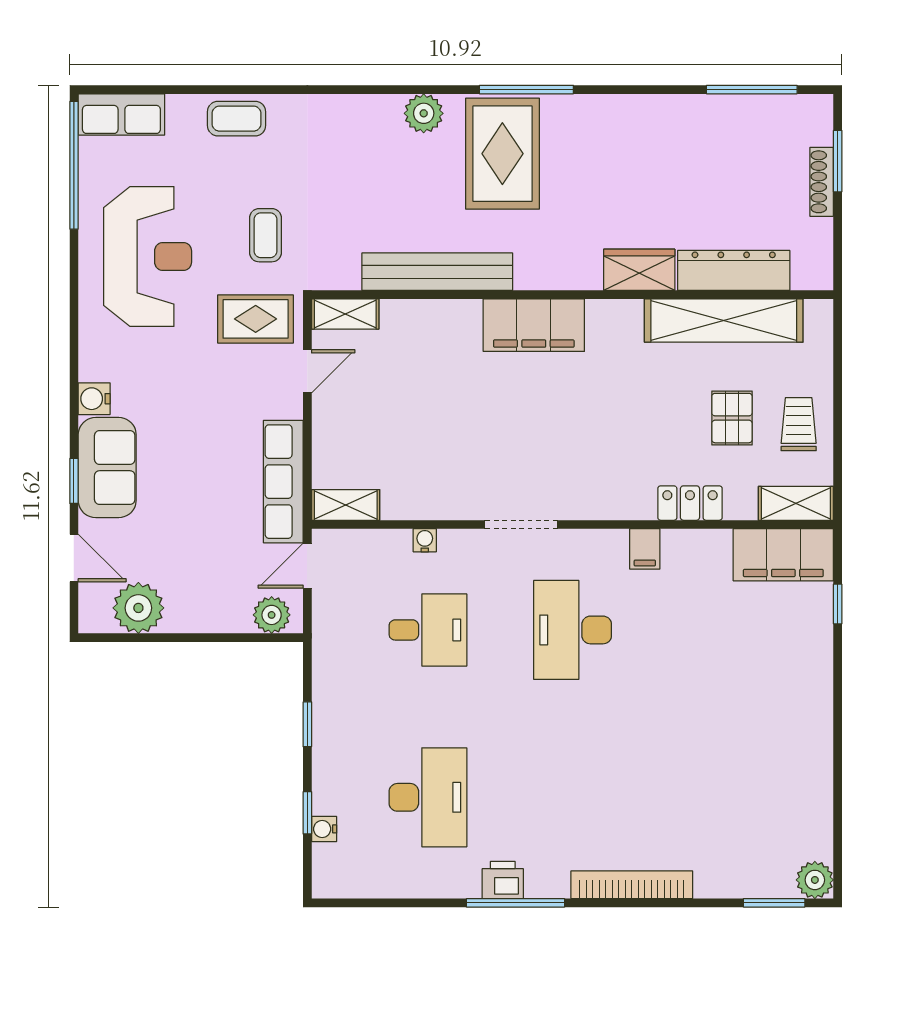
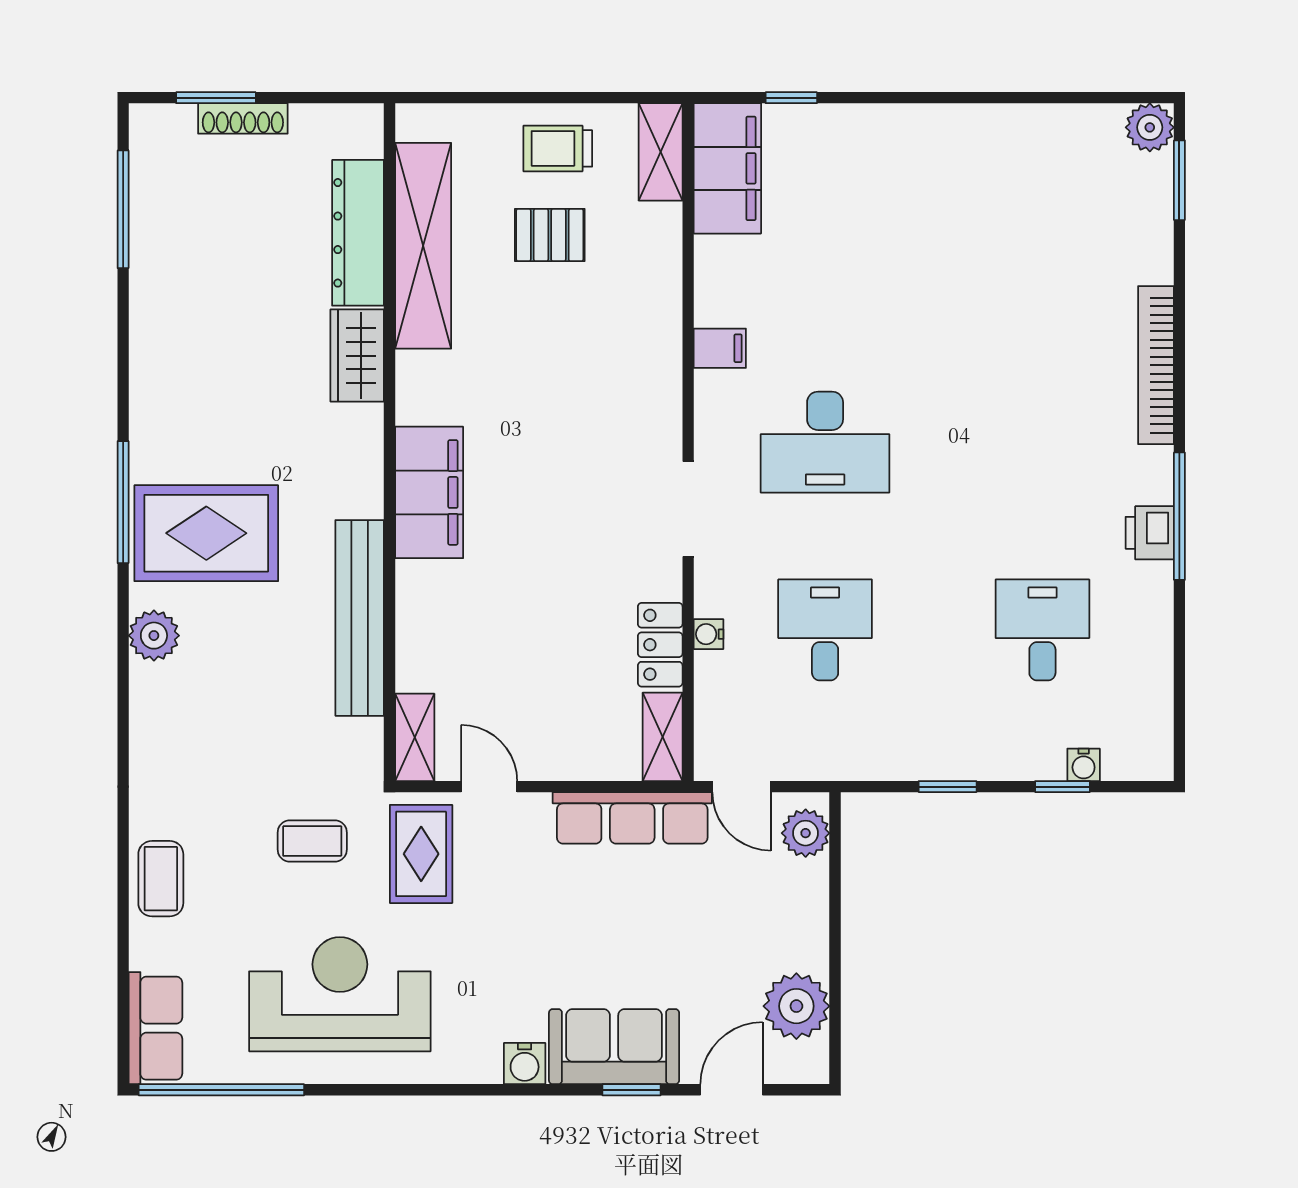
locker: (690, 503) -> (660, 645), moved
desk: (428, 797) -> (1042, 630), width x0.73

